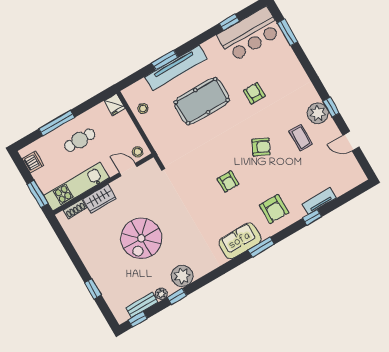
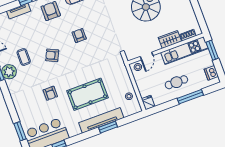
door: (128, 170) -> (147, 56), hinge flipped

